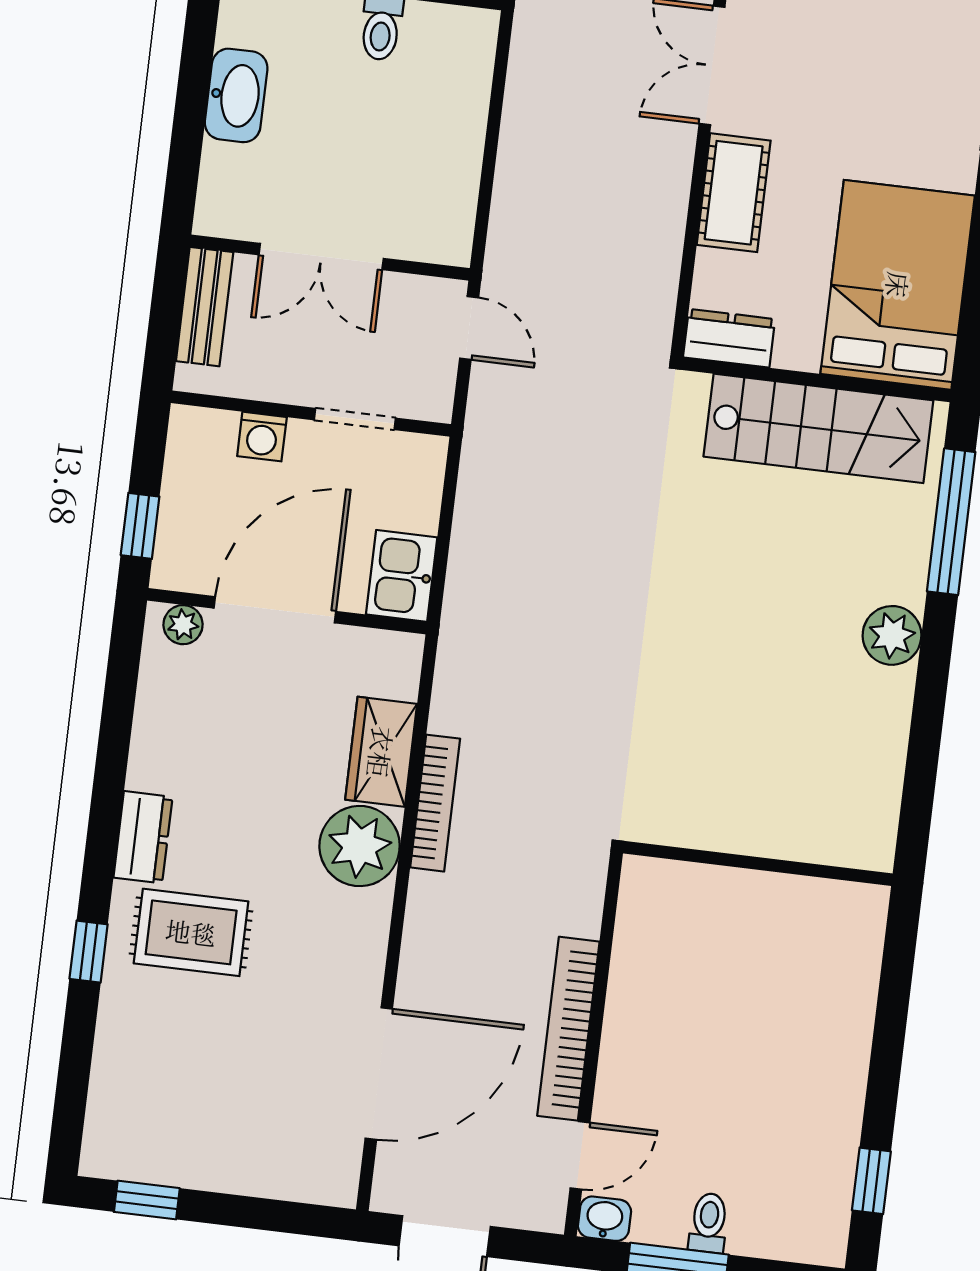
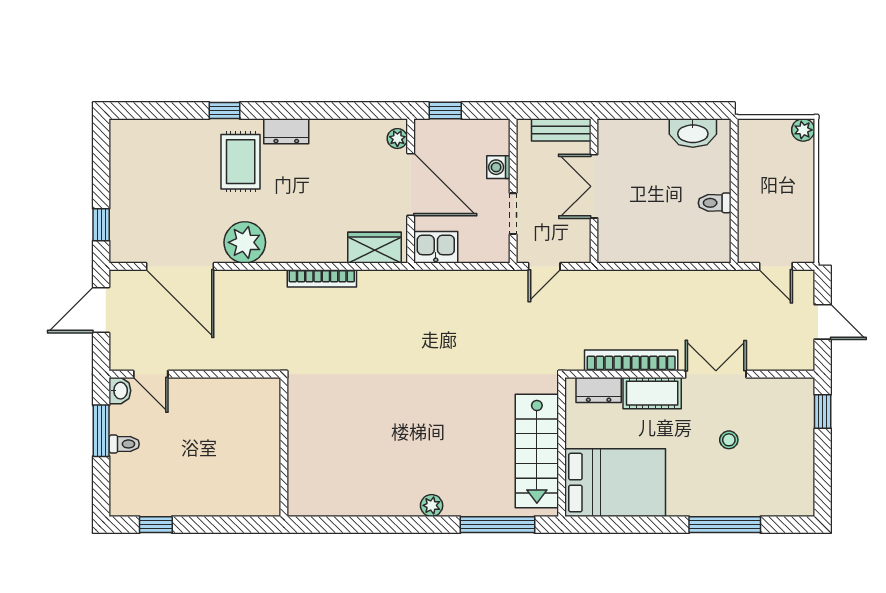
stool: (842, 56) -> (729, 440), added
washbasin: (236, 95) -> (693, 133), moved
door: (469, 328) -> (544, 266), moved
dresser: (729, 338) -> (599, 390), moved, turned 90
plant: (892, 635) -> (432, 505), width x0.73, depth x0.73
wardrobe: (381, 752) -> (374, 248), moved
plant: (360, 846) -> (245, 242), moved
wall: (758, 863) -> (284, 447), moved
bookcase: (568, 1029) -> (631, 360), moved
window: (147, 1200) -> (101, 225), moved

